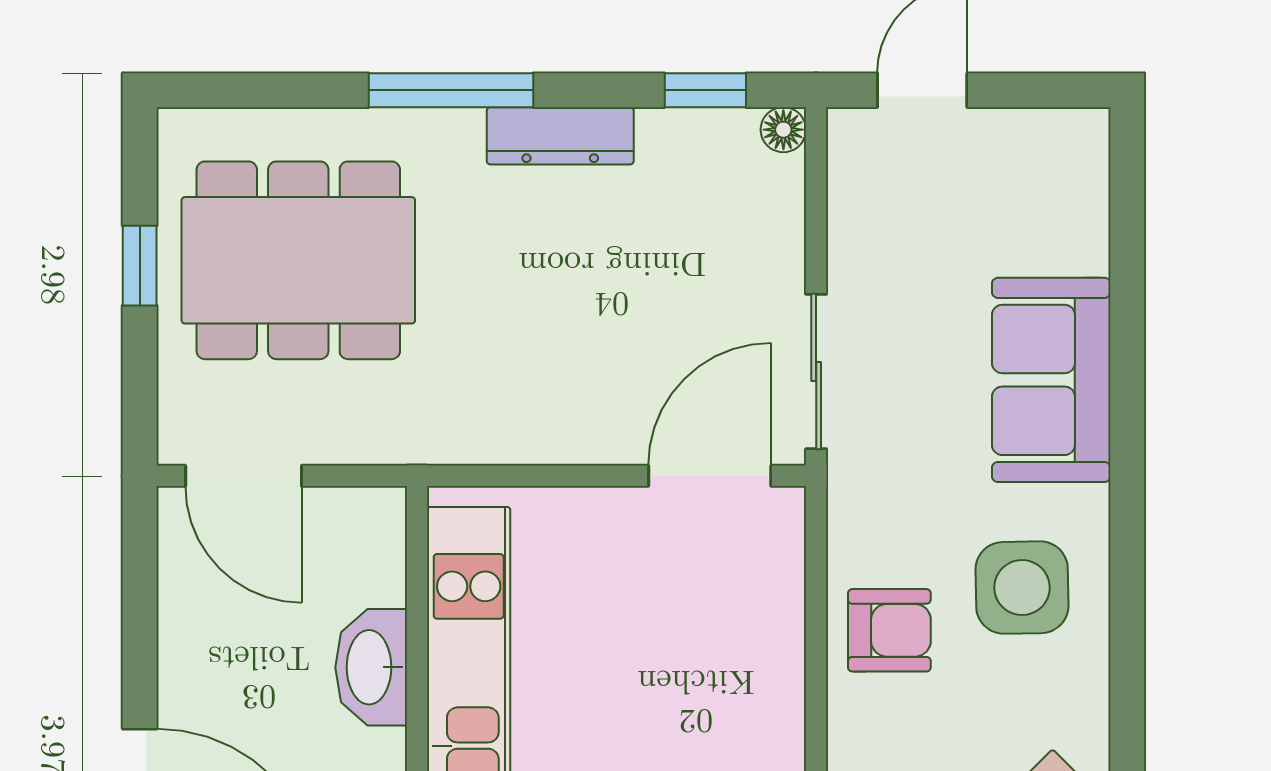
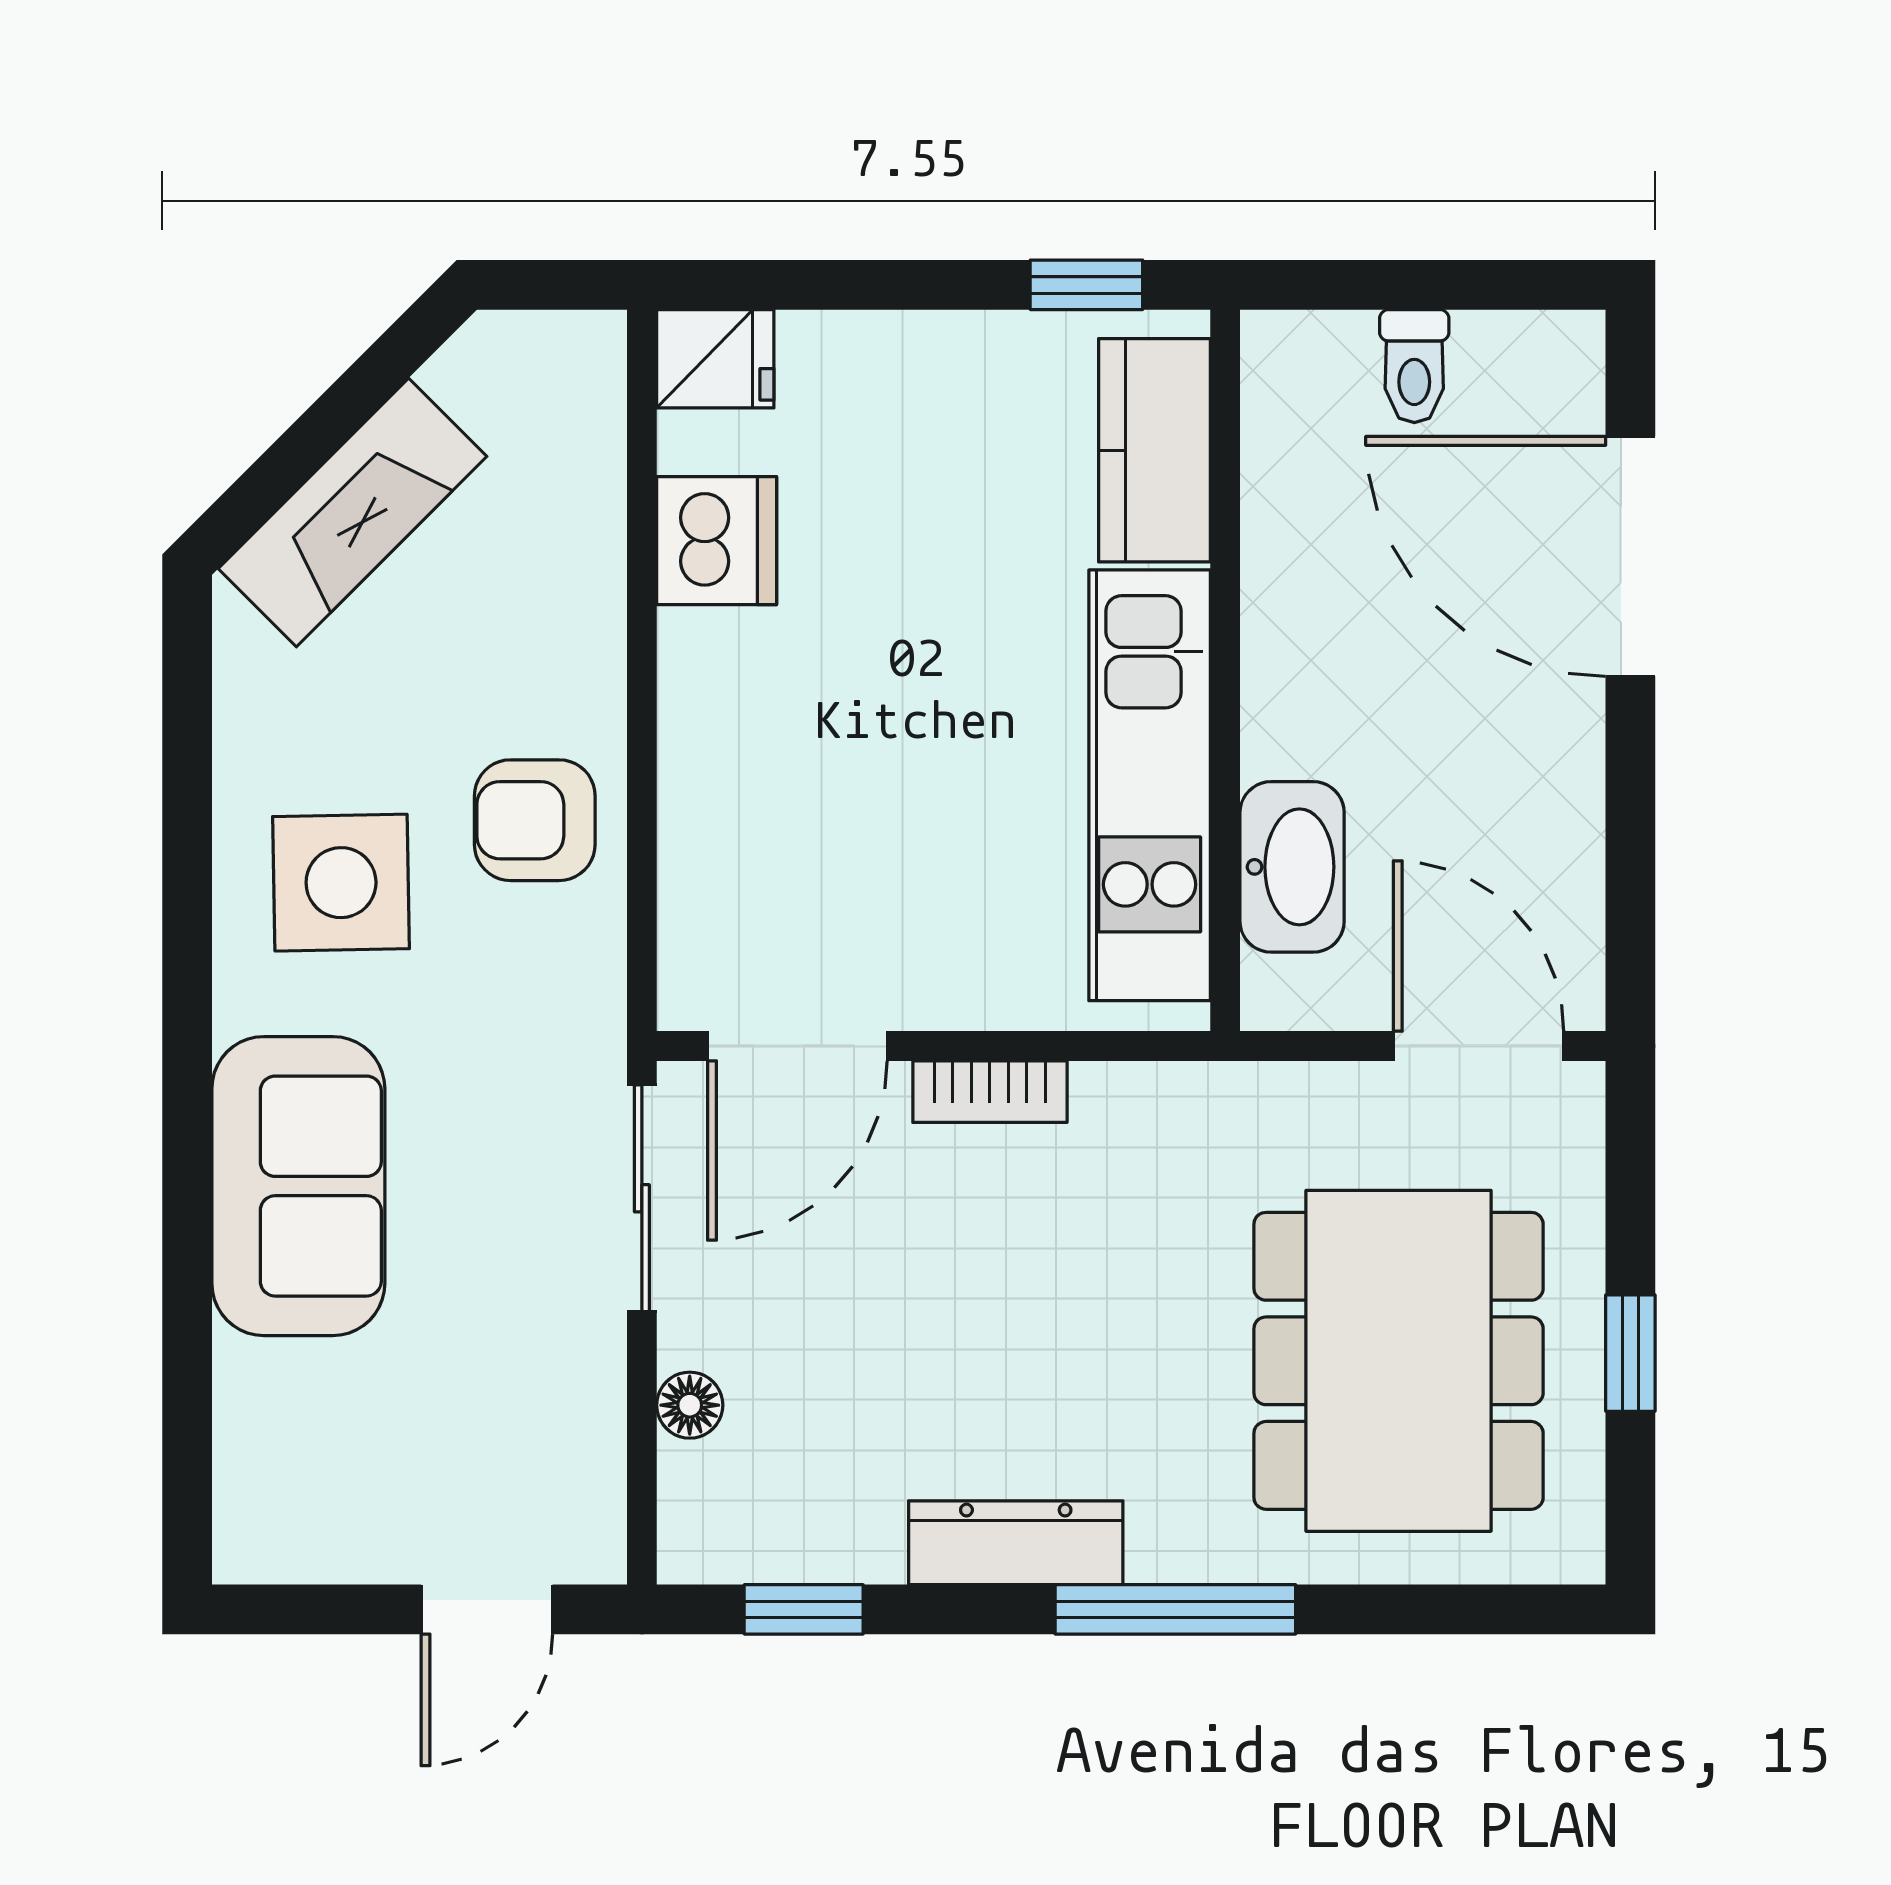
floor lamp: (783, 130) -> (690, 1405), moved
dining table: (298, 260) -> (1399, 1361), turned 90
bookcase: (578, 445) -> (990, 1092), added
washbasin: (371, 667) -> (1292, 867), moved

